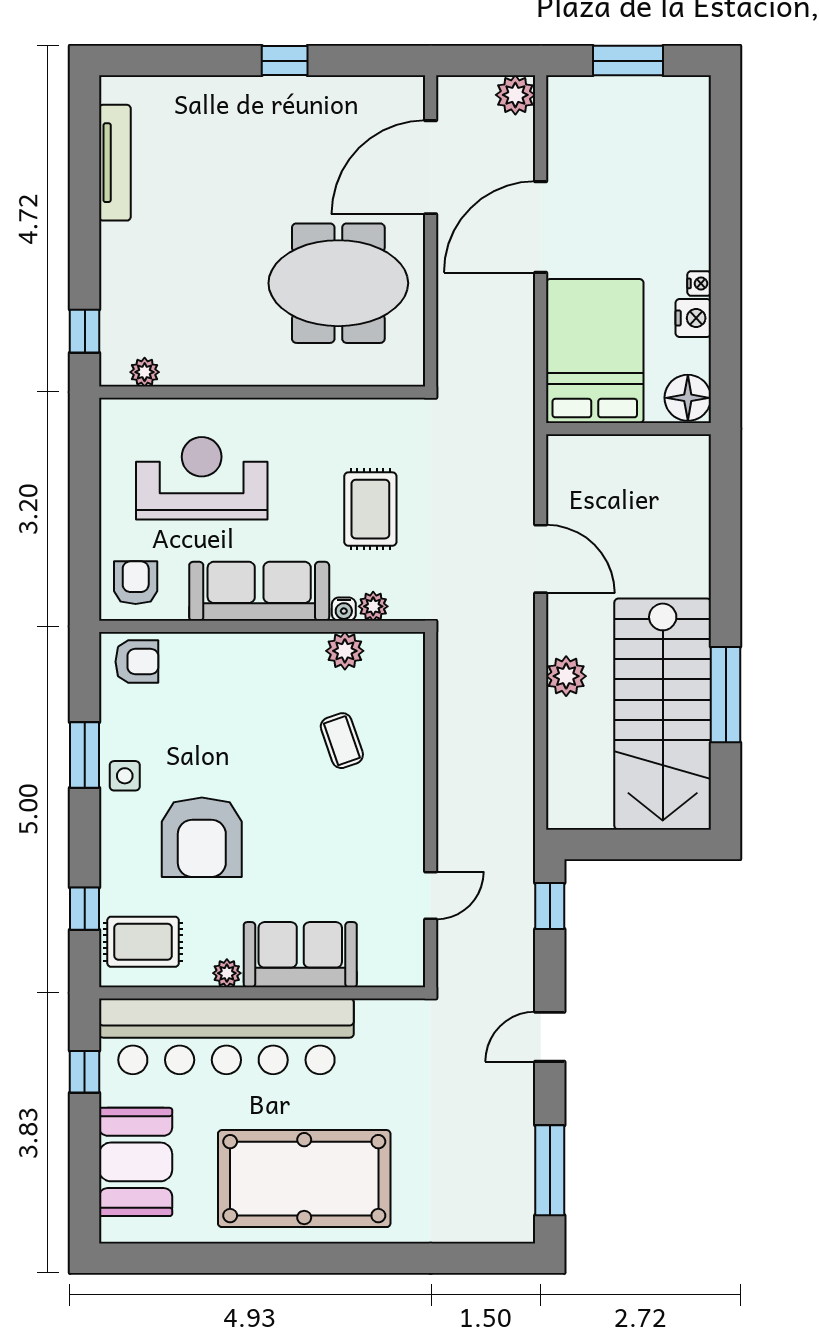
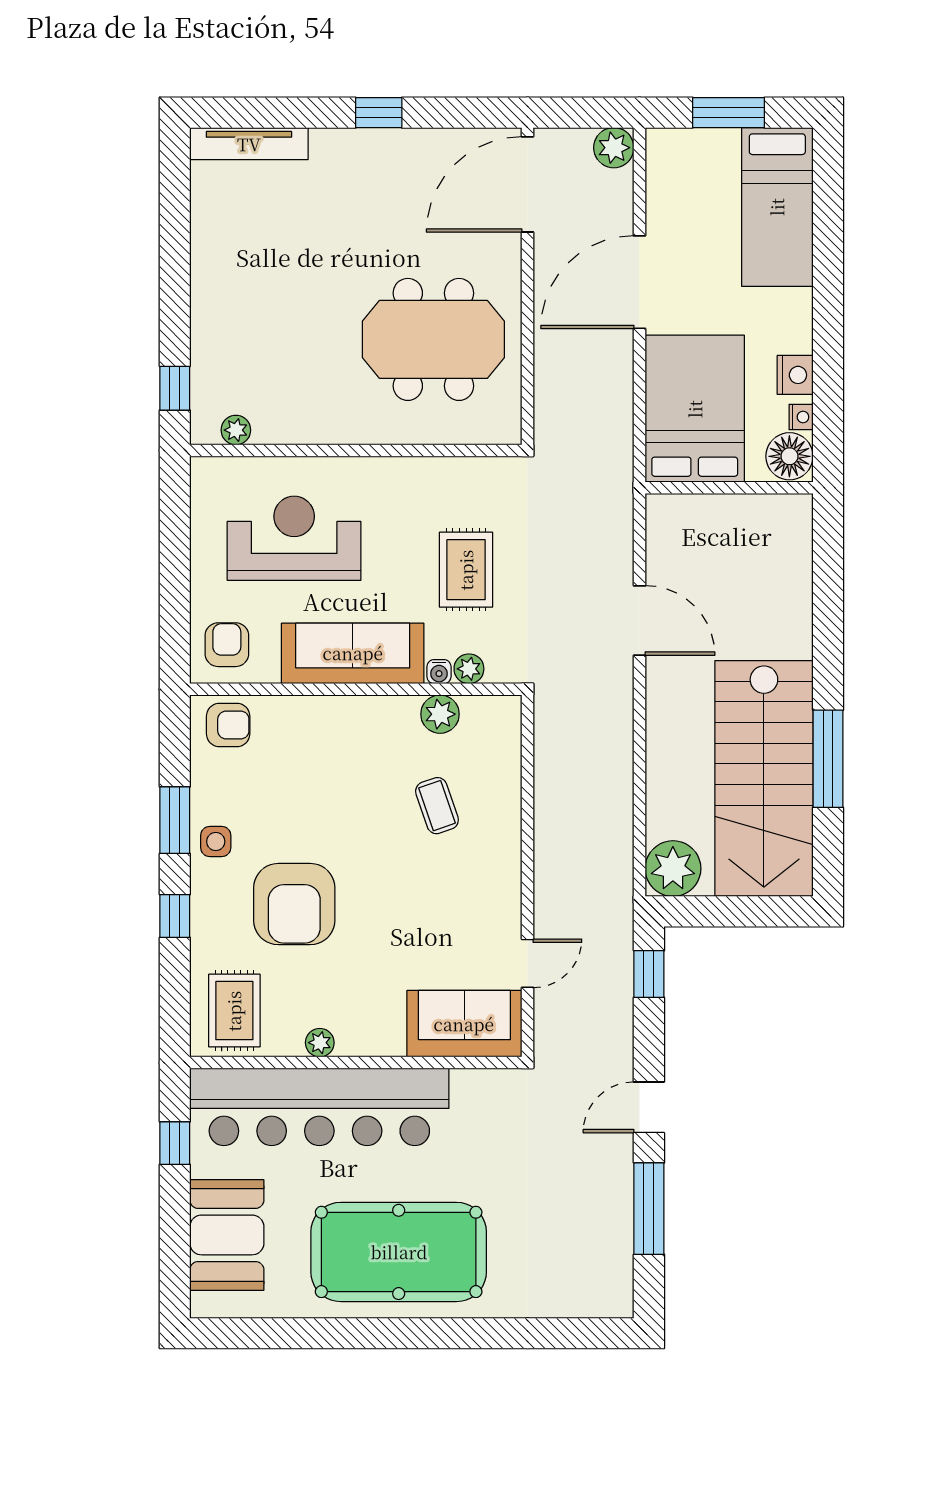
bed: (676, 153) -> (777, 207), added
tv unit: (115, 163) -> (249, 144), moved, turned 90
door: (431, 167) -> (528, 184), moved
nightstand: (699, 283) -> (801, 417), moved
plant: (566, 676) -> (673, 869), moved, width x1.36, depth x1.36
window: (85, 909) -> (175, 916), moved
rug: (143, 942) -> (234, 1011), turned 90
sofa: (300, 955) -> (464, 1024), moved
window: (550, 1170) -> (649, 1209), moved

